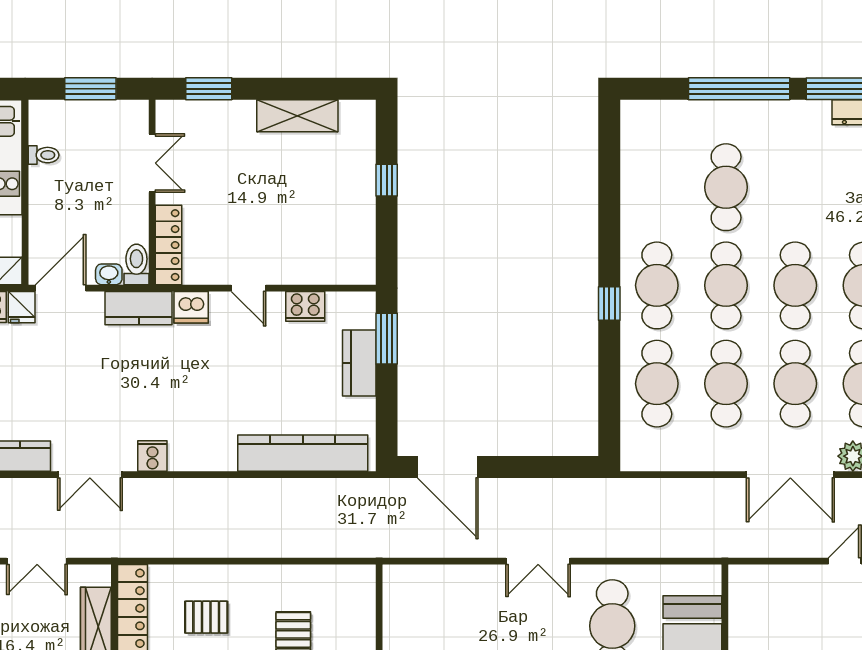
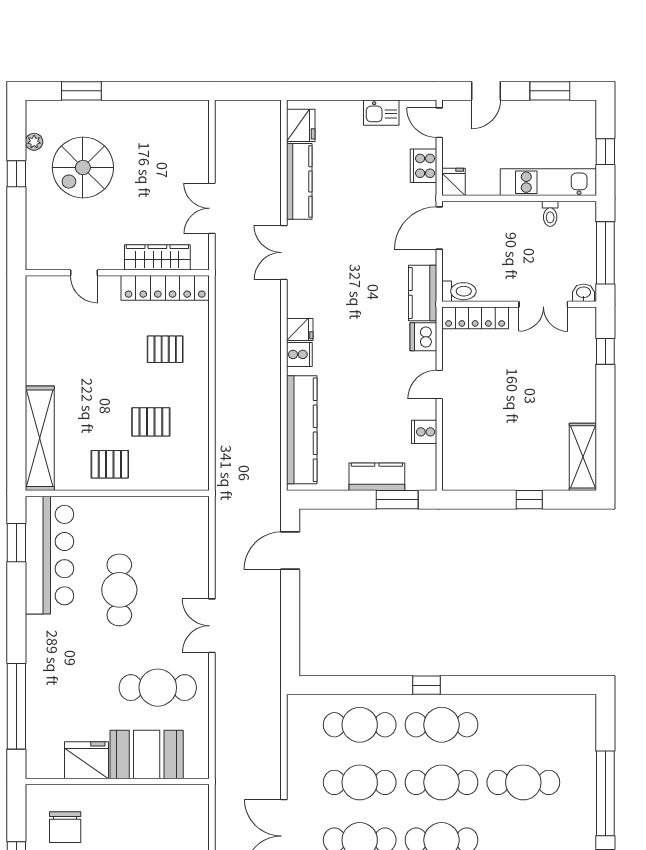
window: (90, 89) -> (605, 253), width x1.44
window: (209, 89) -> (605, 351), width x0.67
shelving: (297, 116) -> (583, 457), moved
washbasin: (109, 274) -> (584, 293), moved, turned -90
door: (61, 288) -> (439, 228), swing flipped
cooker: (305, 306) -> (424, 432), width x0.73
fridge: (22, 307) -> (300, 329), moved, turned 180
cooker: (152, 456) -> (299, 354), moved
door: (448, 467) -> (290, 551), width x0.73
pallet: (206, 617) -> (165, 349), turned 90

